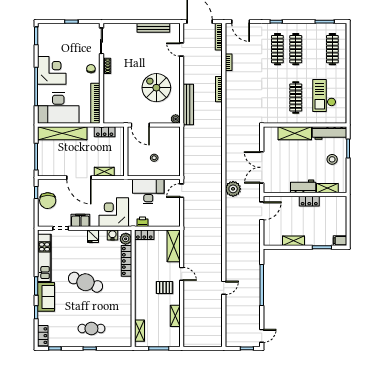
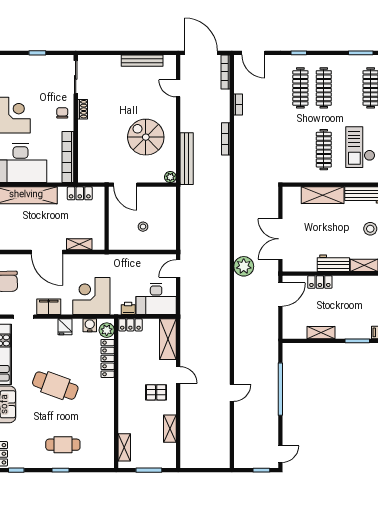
desk: (148, 191) -> (156, 299), moved, turned 180
locker: (309, 201) -> (320, 282), moved

